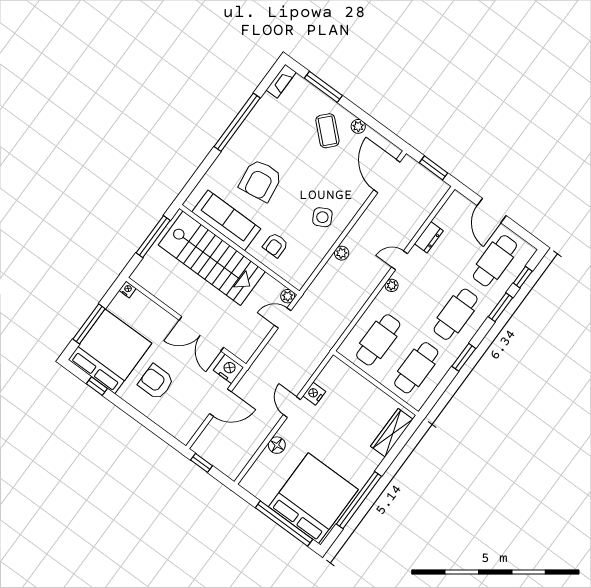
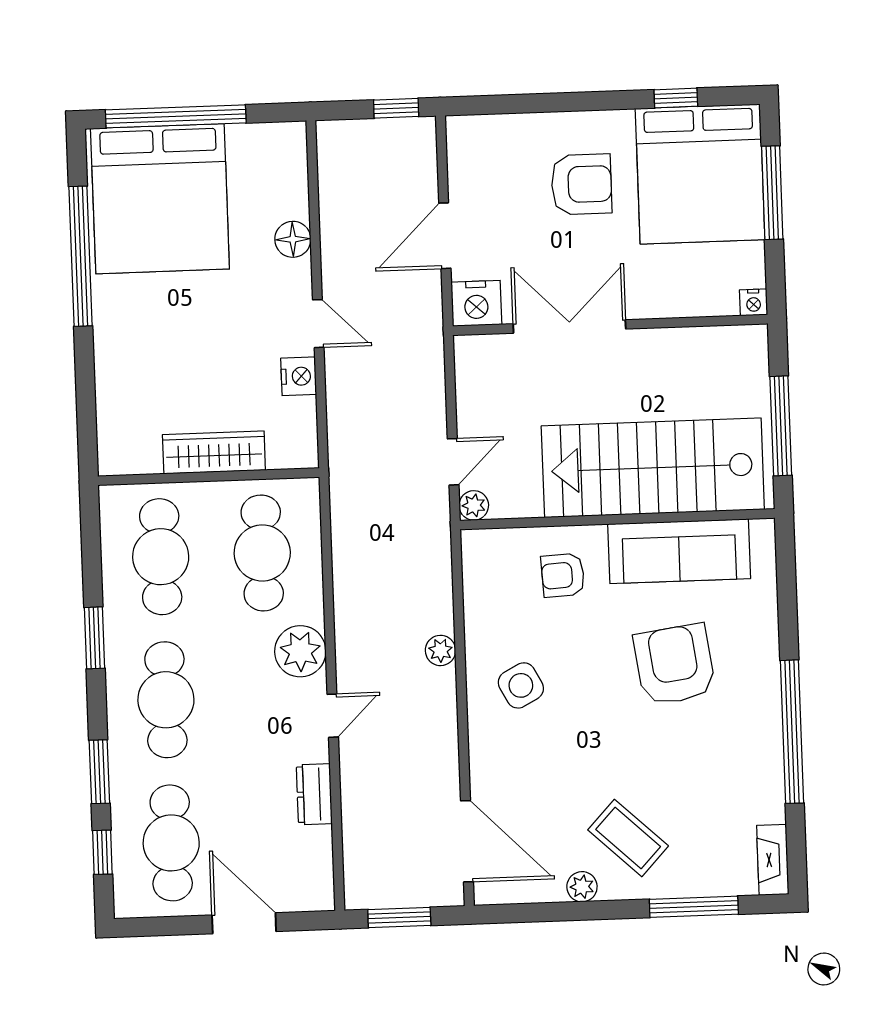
armchair: (275, 245) -> (563, 575), turned -93
plant: (392, 285) -> (300, 651), width x1.88, depth x1.88
wardrobe: (392, 433) -> (214, 452), moved, turned -90

